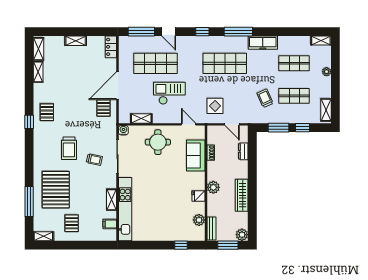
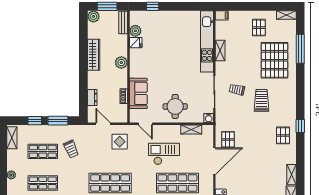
checkout: (169, 93) -> (164, 154), turned 180
fridge: (198, 196) -> (136, 43), moved
filing cabinet: (110, 224) -> (222, 15), moved

